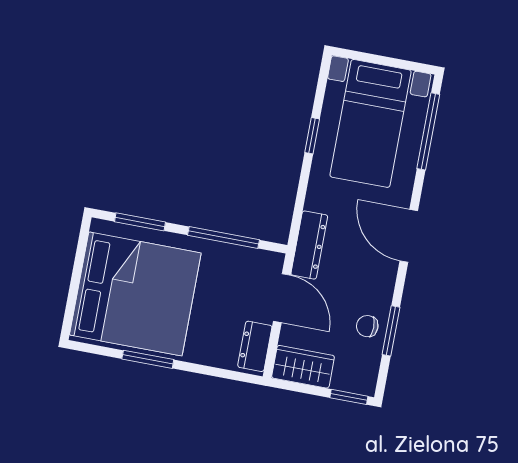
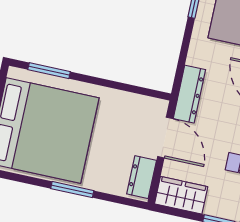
window: (223, 237) -> (118, 86), removed
window: (148, 359) -> (72, 190), moved

